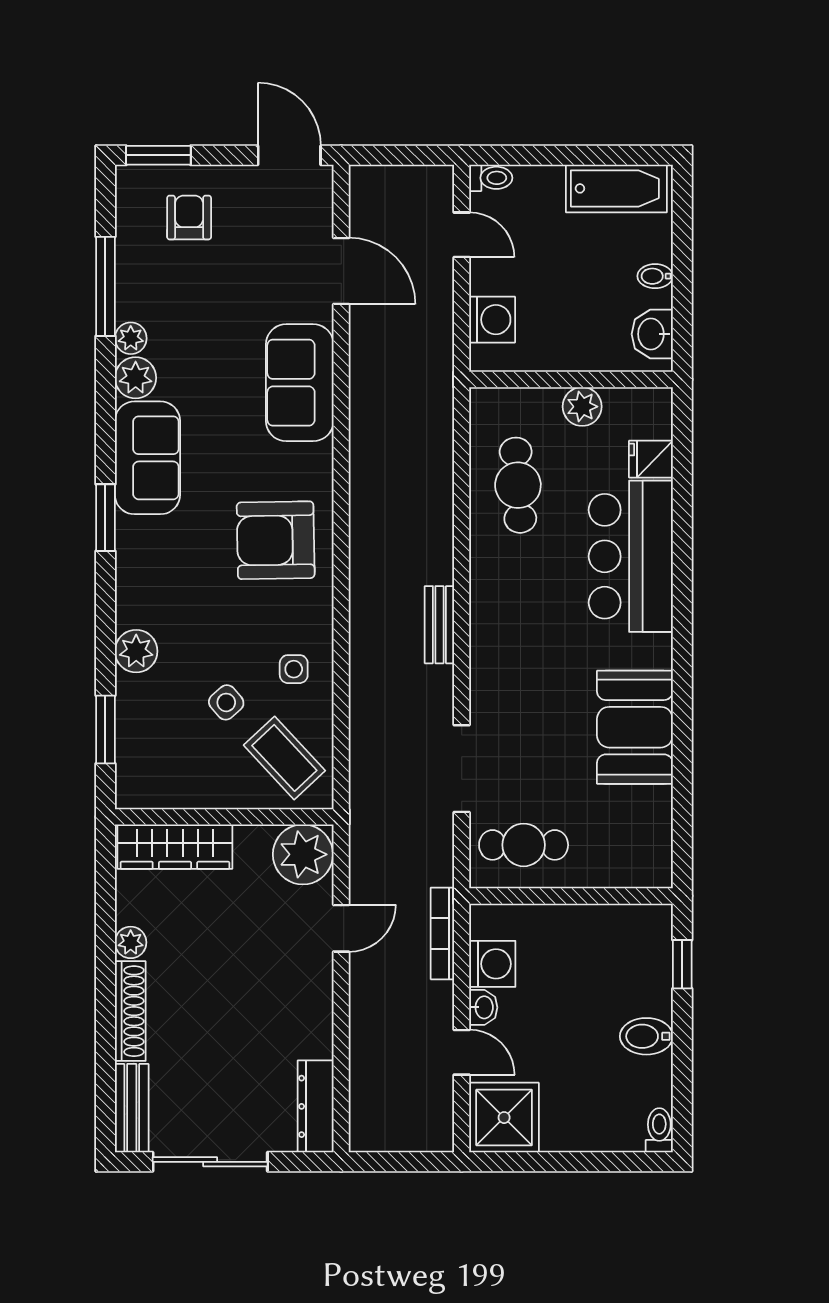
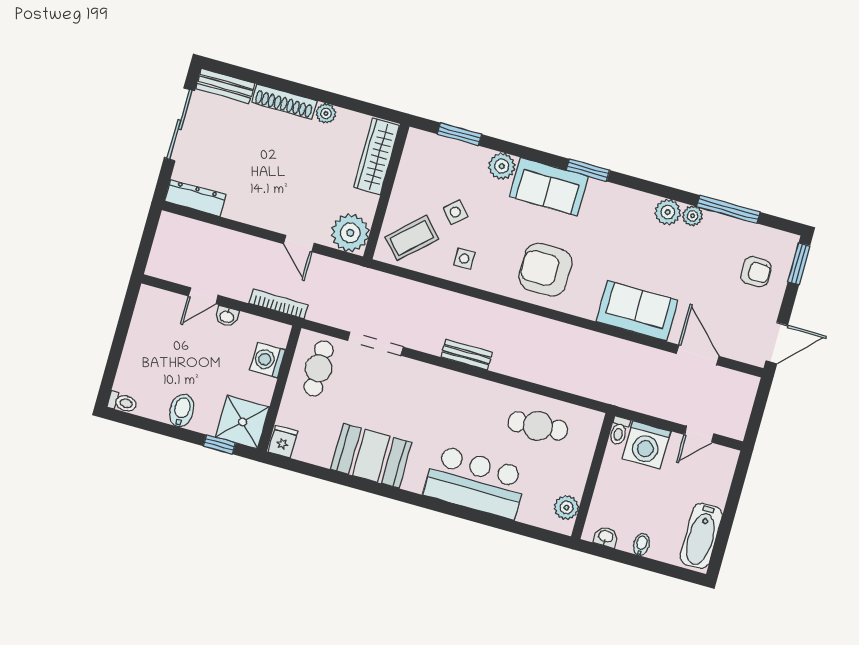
toilet: (491, 178) -> (619, 431), moved
door: (341, 271) -> (698, 355), swing flipped
washing machine: (492, 320) -> (646, 445), width x1.37, depth x1.37
washbasin: (652, 334) -> (606, 537), width x0.72, depth x0.69
plant: (582, 407) -> (566, 508), moved
sofa: (147, 458) -> (549, 187), moved
fridge: (651, 459) -> (283, 442), moved
armchair: (276, 540) -> (545, 270), turned -89
washing machine: (492, 964) -> (267, 360), moved, turned 90
shower: (504, 1118) -> (243, 422), moved

